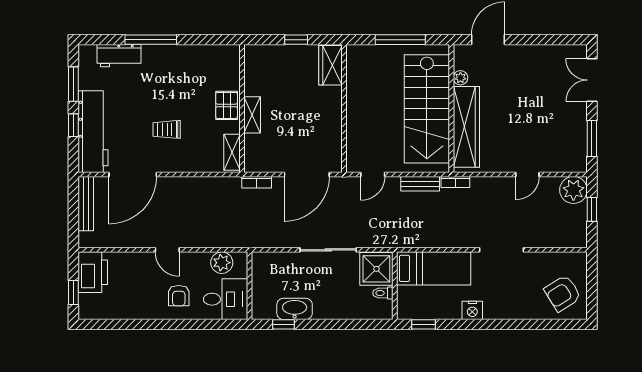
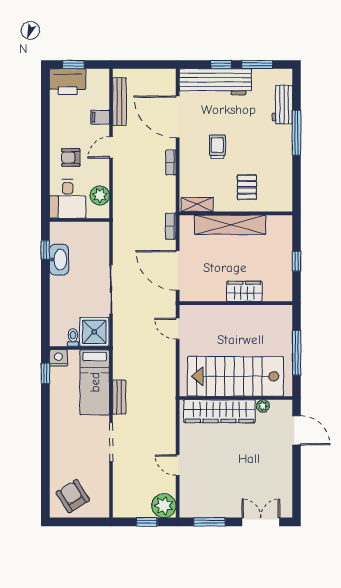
wardrobe: (330, 65) -> (244, 291), moved
pallet: (227, 105) -> (247, 187), moved, turned 90
shelving: (252, 115) -> (230, 225), width x2.20, depth x1.33
bookcase: (455, 182) -> (171, 162), moved
bench: (420, 184) -> (119, 397), moved
bench: (86, 204) -> (119, 102), moved, turned 90
filing cabinet: (133, 262) -> (100, 117), added
printer: (93, 272) -> (68, 82), moved
nightstand: (472, 310) -> (58, 358), moved, turned 90

